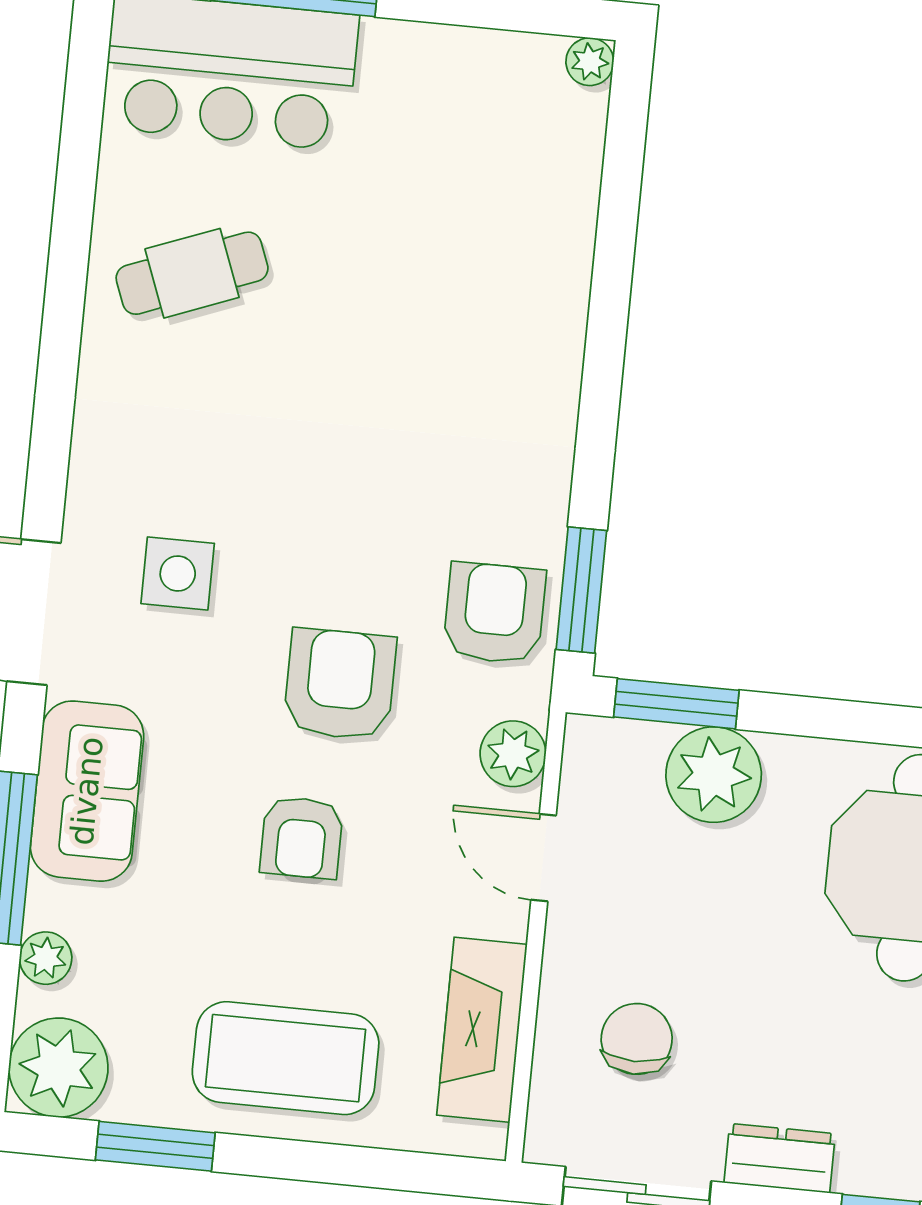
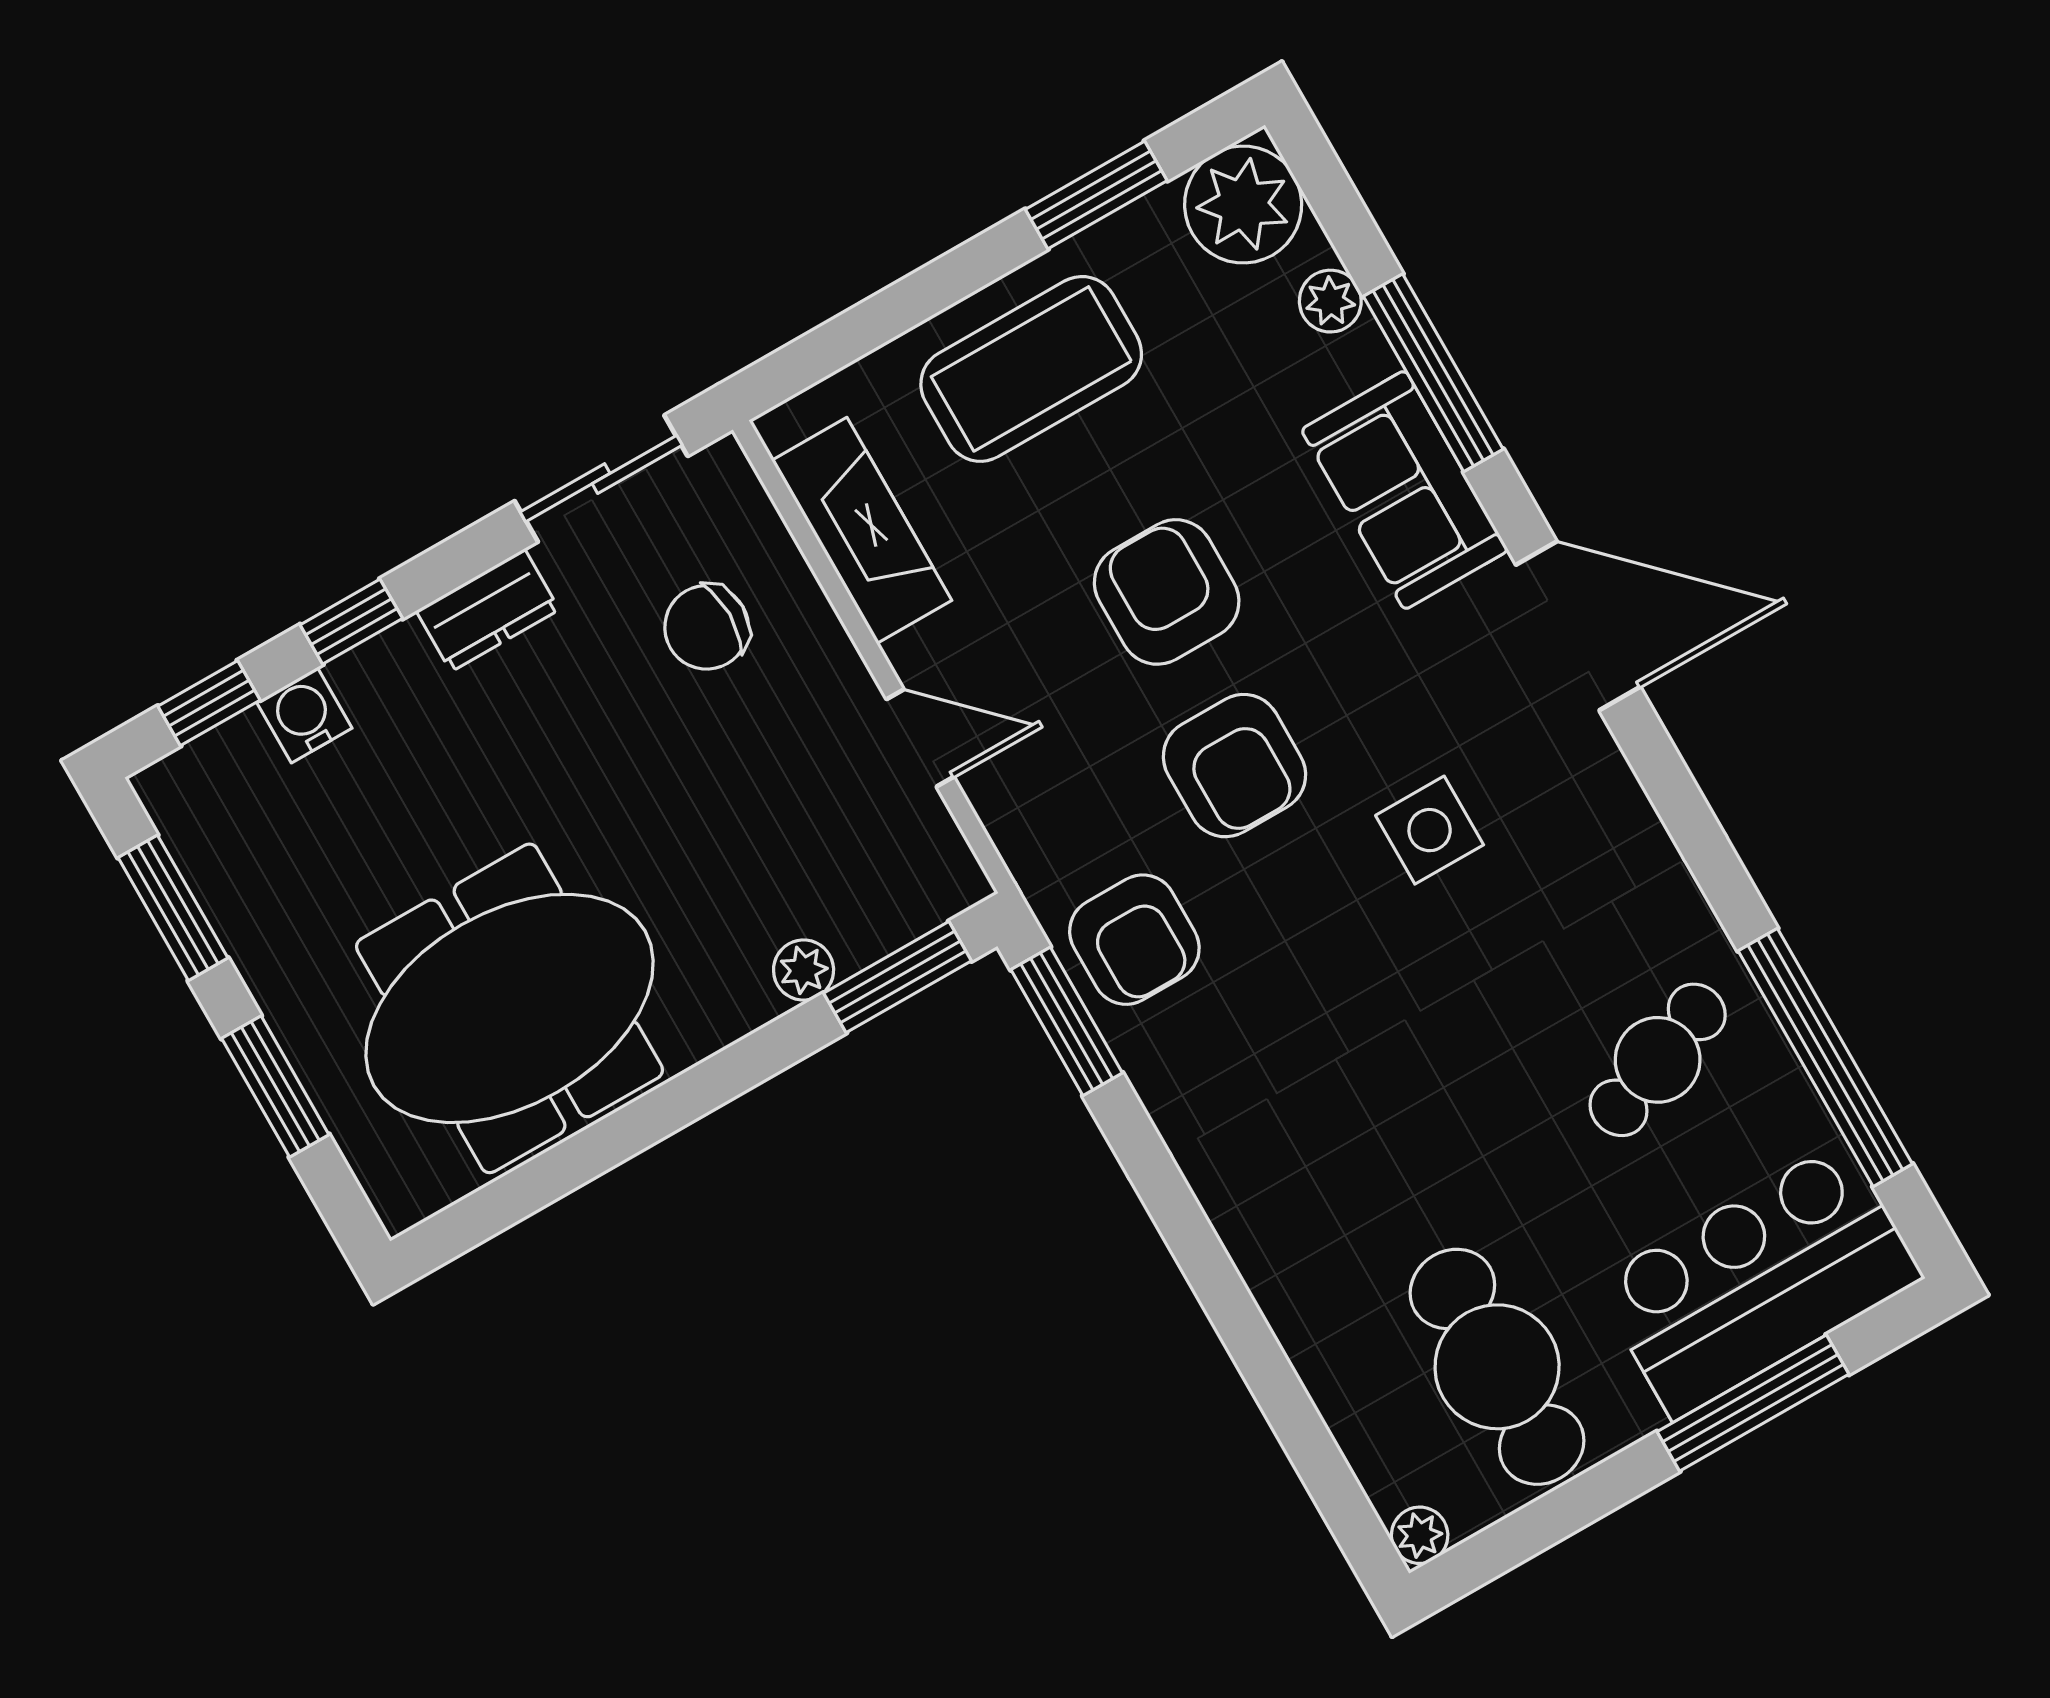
cafe table: (454, 140) -> (1497, 1367), added
window: (75, 193) -> (1825, 1057), added
side table: (178, 573) -> (1430, 830), moved
plant: (513, 754) -> (1021, 817), removed
plant: (714, 775) -> (804, 970), width x0.53, depth x0.53
armchair: (302, 838) -> (1167, 592), width x1.38, depth x1.38
chair: (637, 1039) -> (707, 627), turned 90

